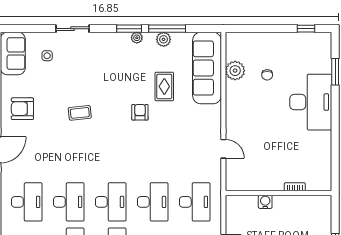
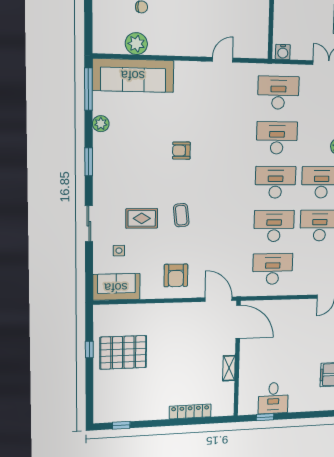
window: (167, 29) -> (88, 89), moved
plant: (137, 38) -> (99, 153), removed
rug: (164, 86) -> (142, 218), moved
water cooler: (265, 202) -> (283, 52), moved, turned -90

